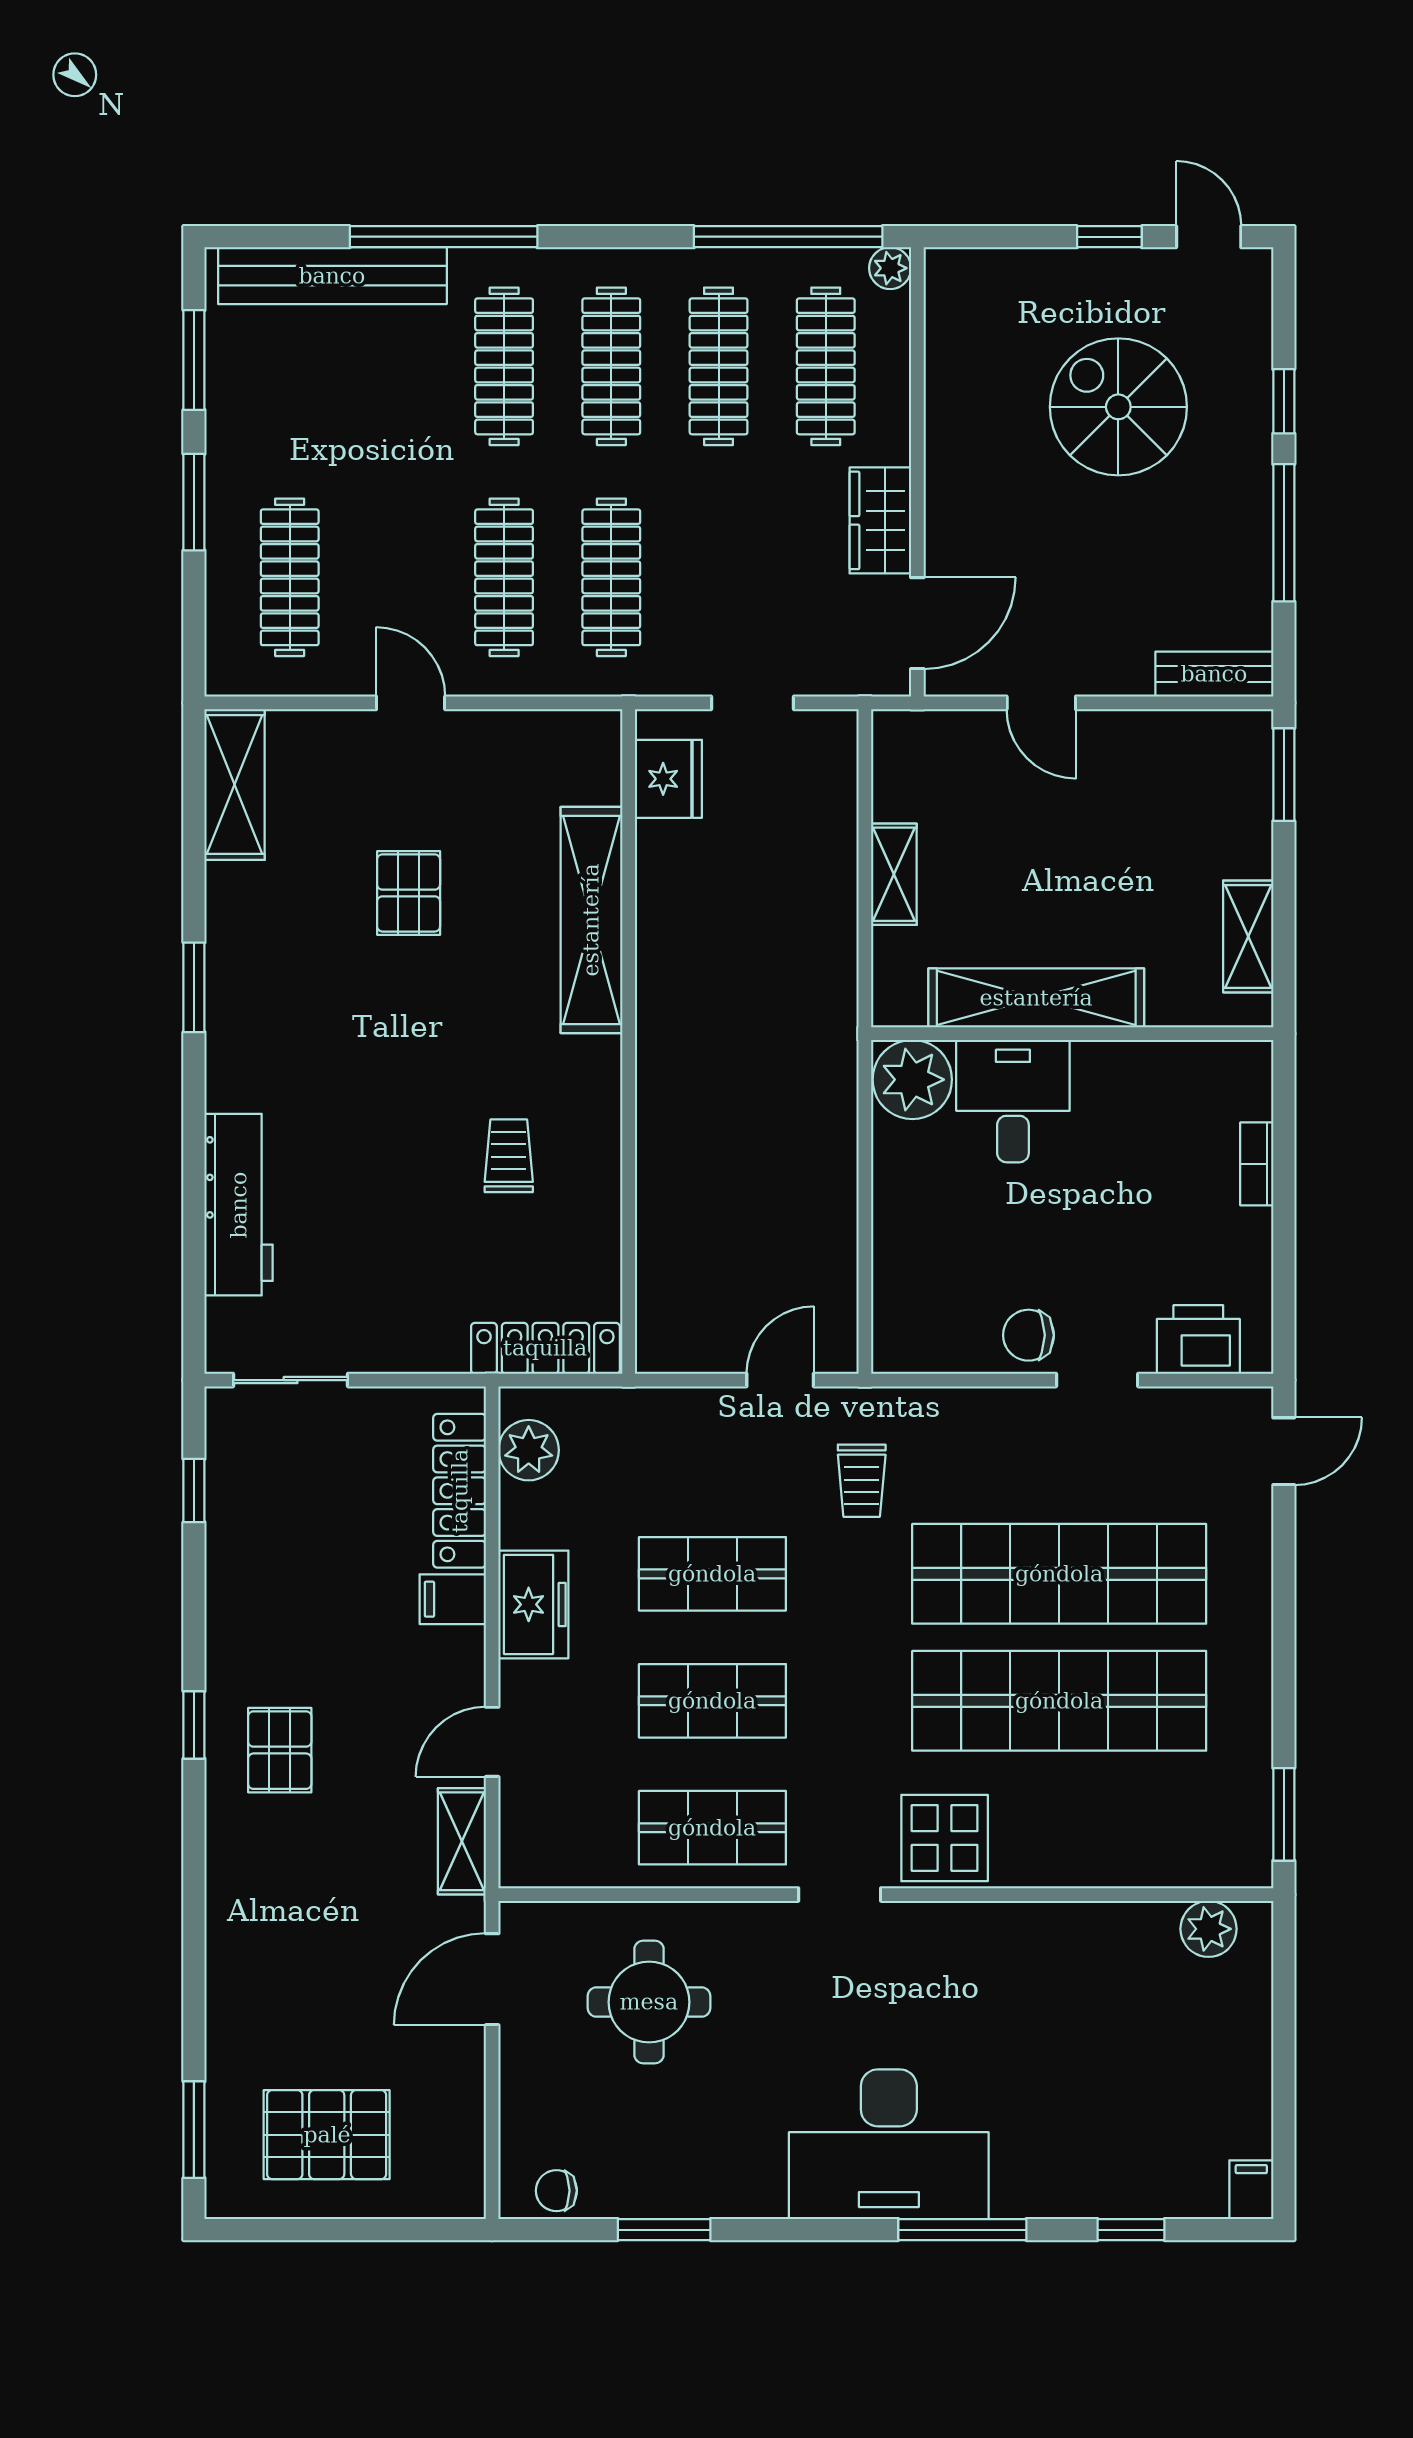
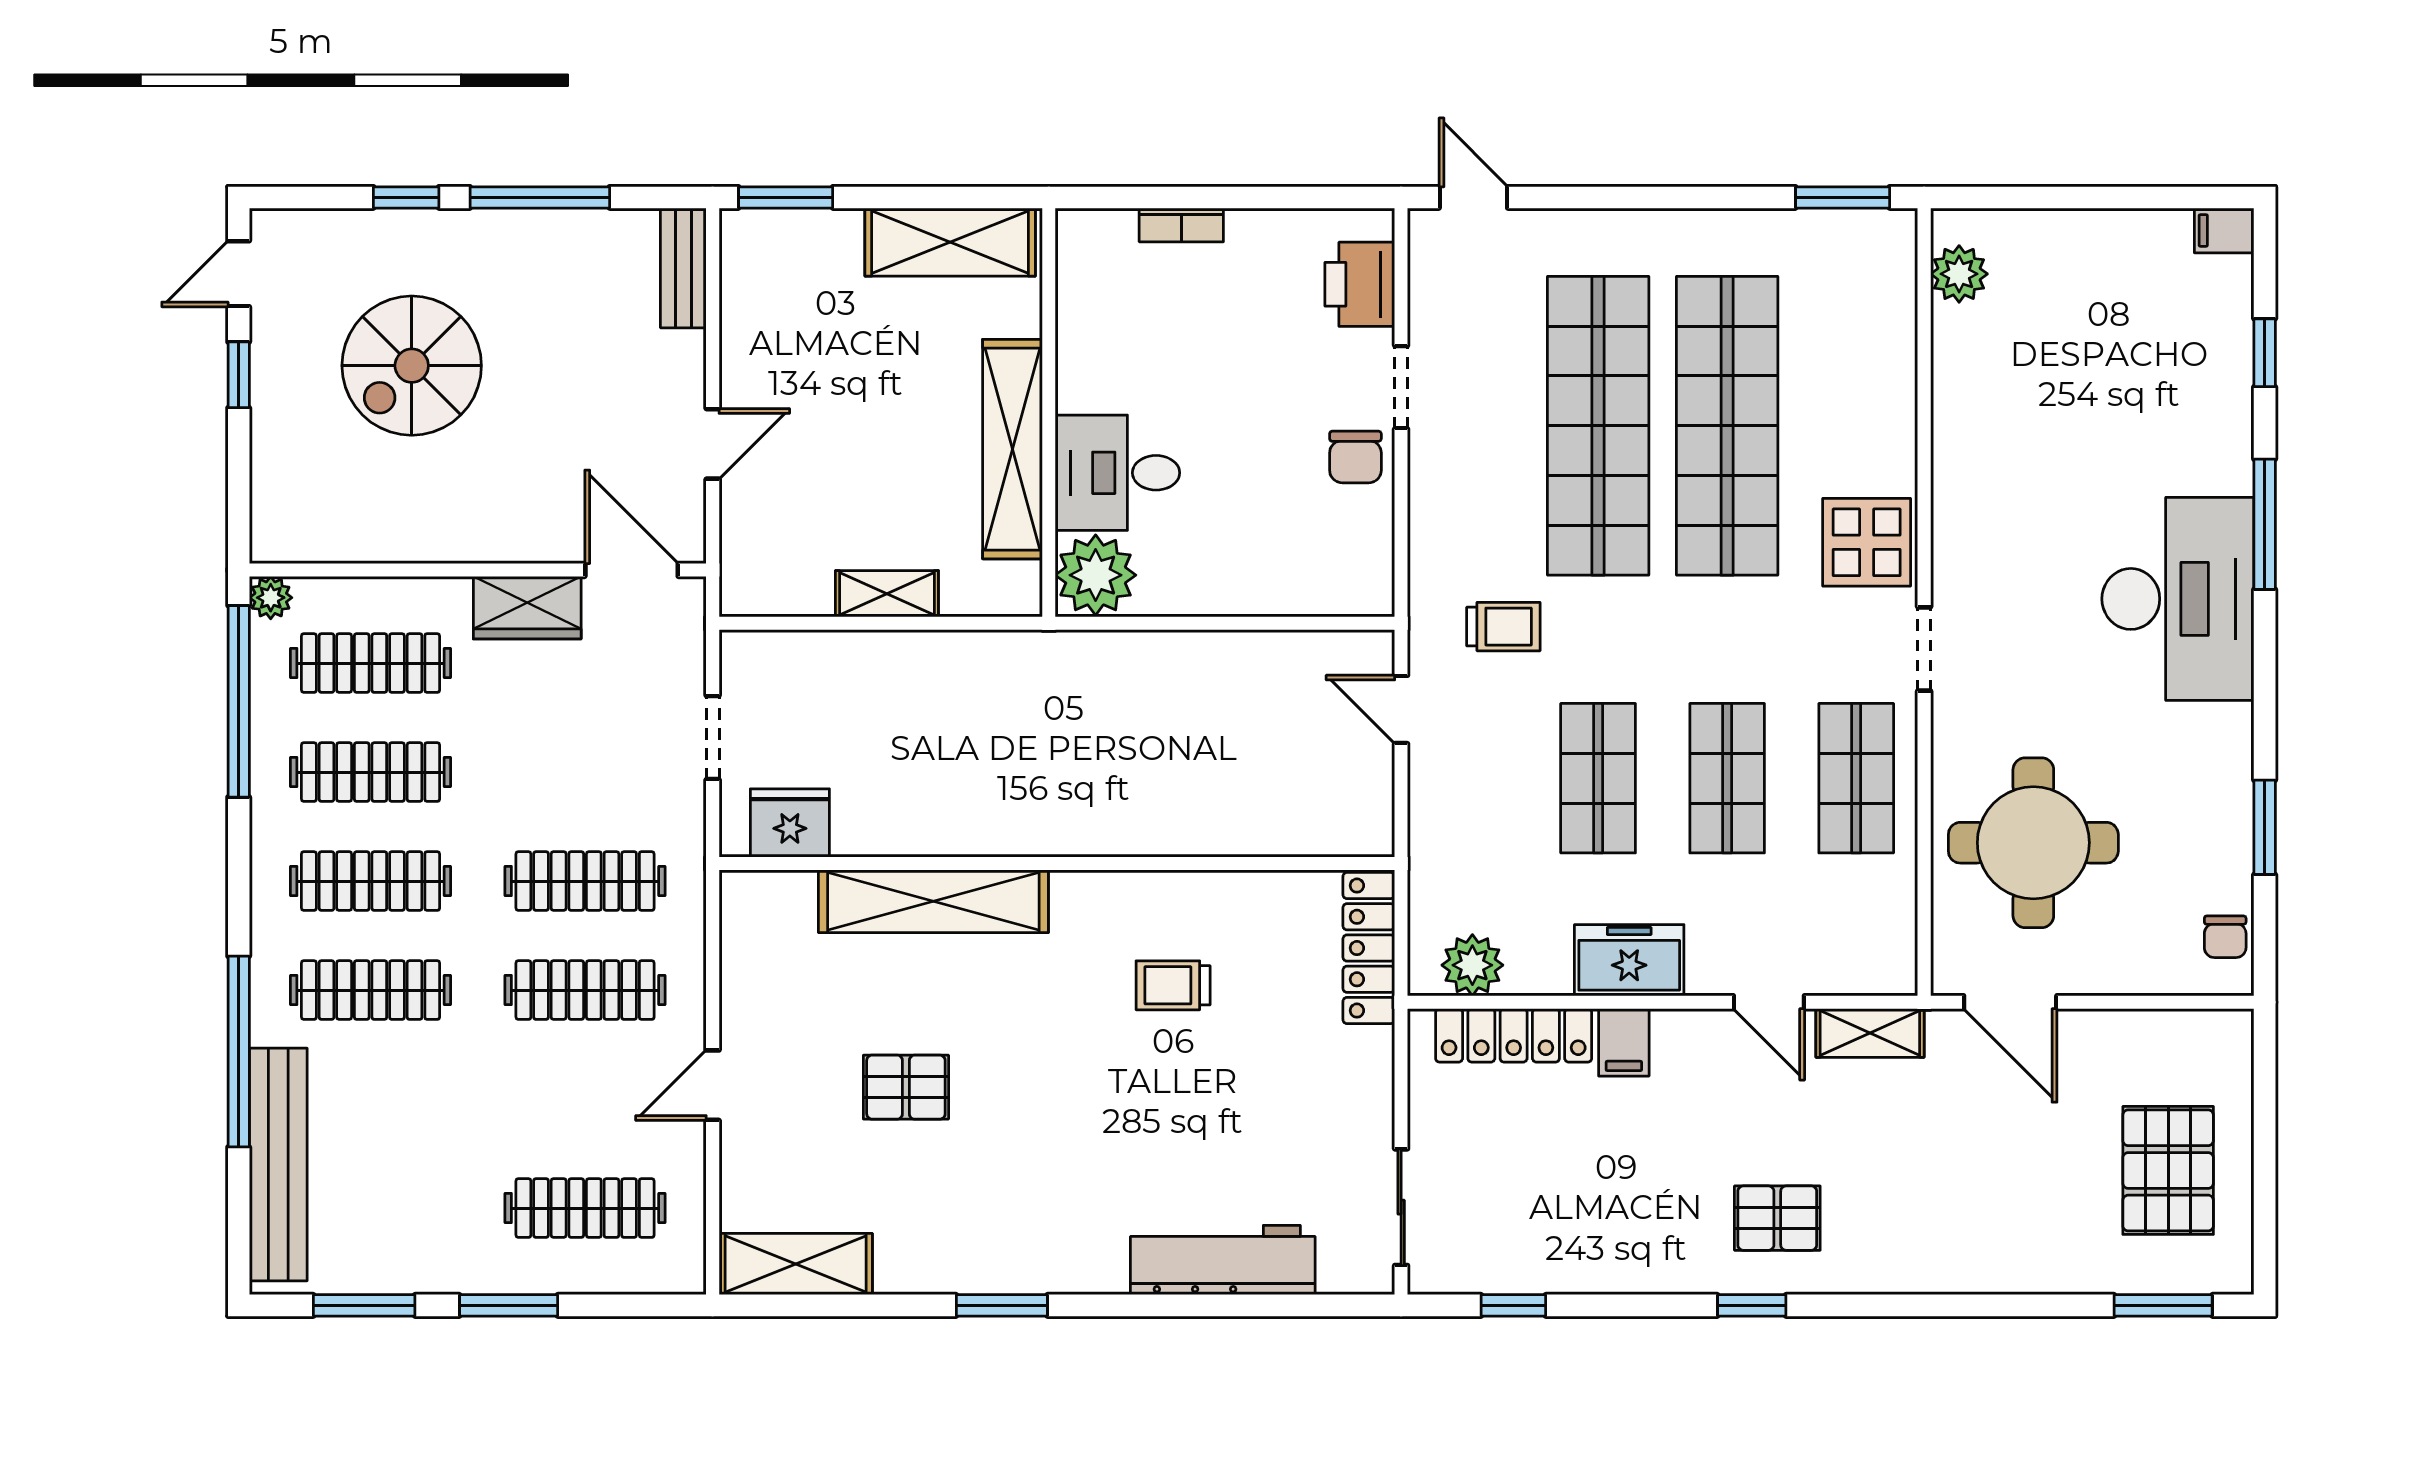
shelving: (1248, 936) -> (950, 242), width x1.50, depth x1.33
round table: (649, 2002) -> (2033, 843), width x1.36, depth x1.36

